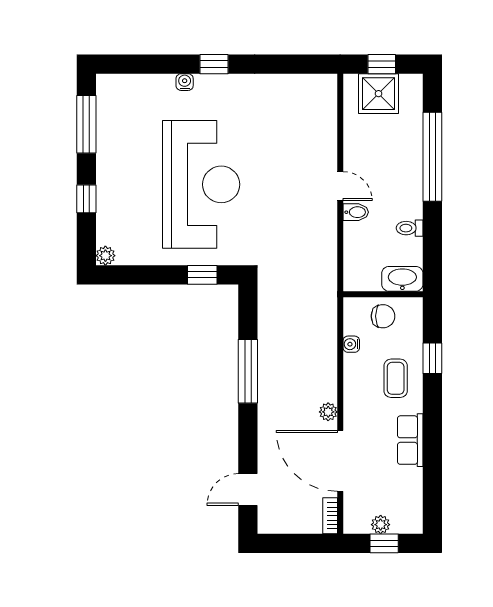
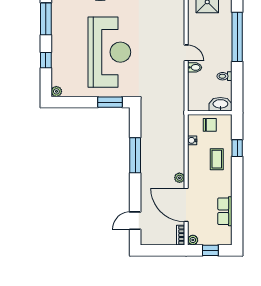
window: (202, 275) -> (110, 102), width x1.50
row of seats: (410, 440) -> (225, 211), moved
plant: (381, 525) -> (193, 240), moved

